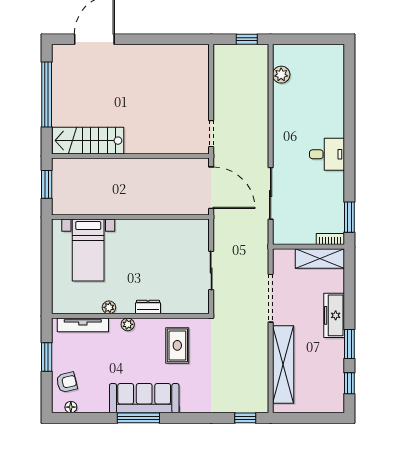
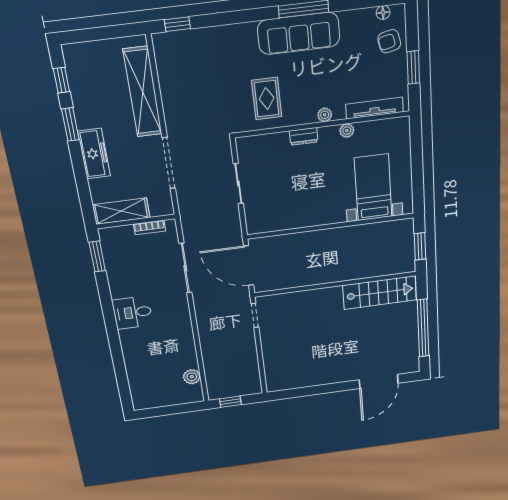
bookcase: (330, 239) -> (150, 227), moved

